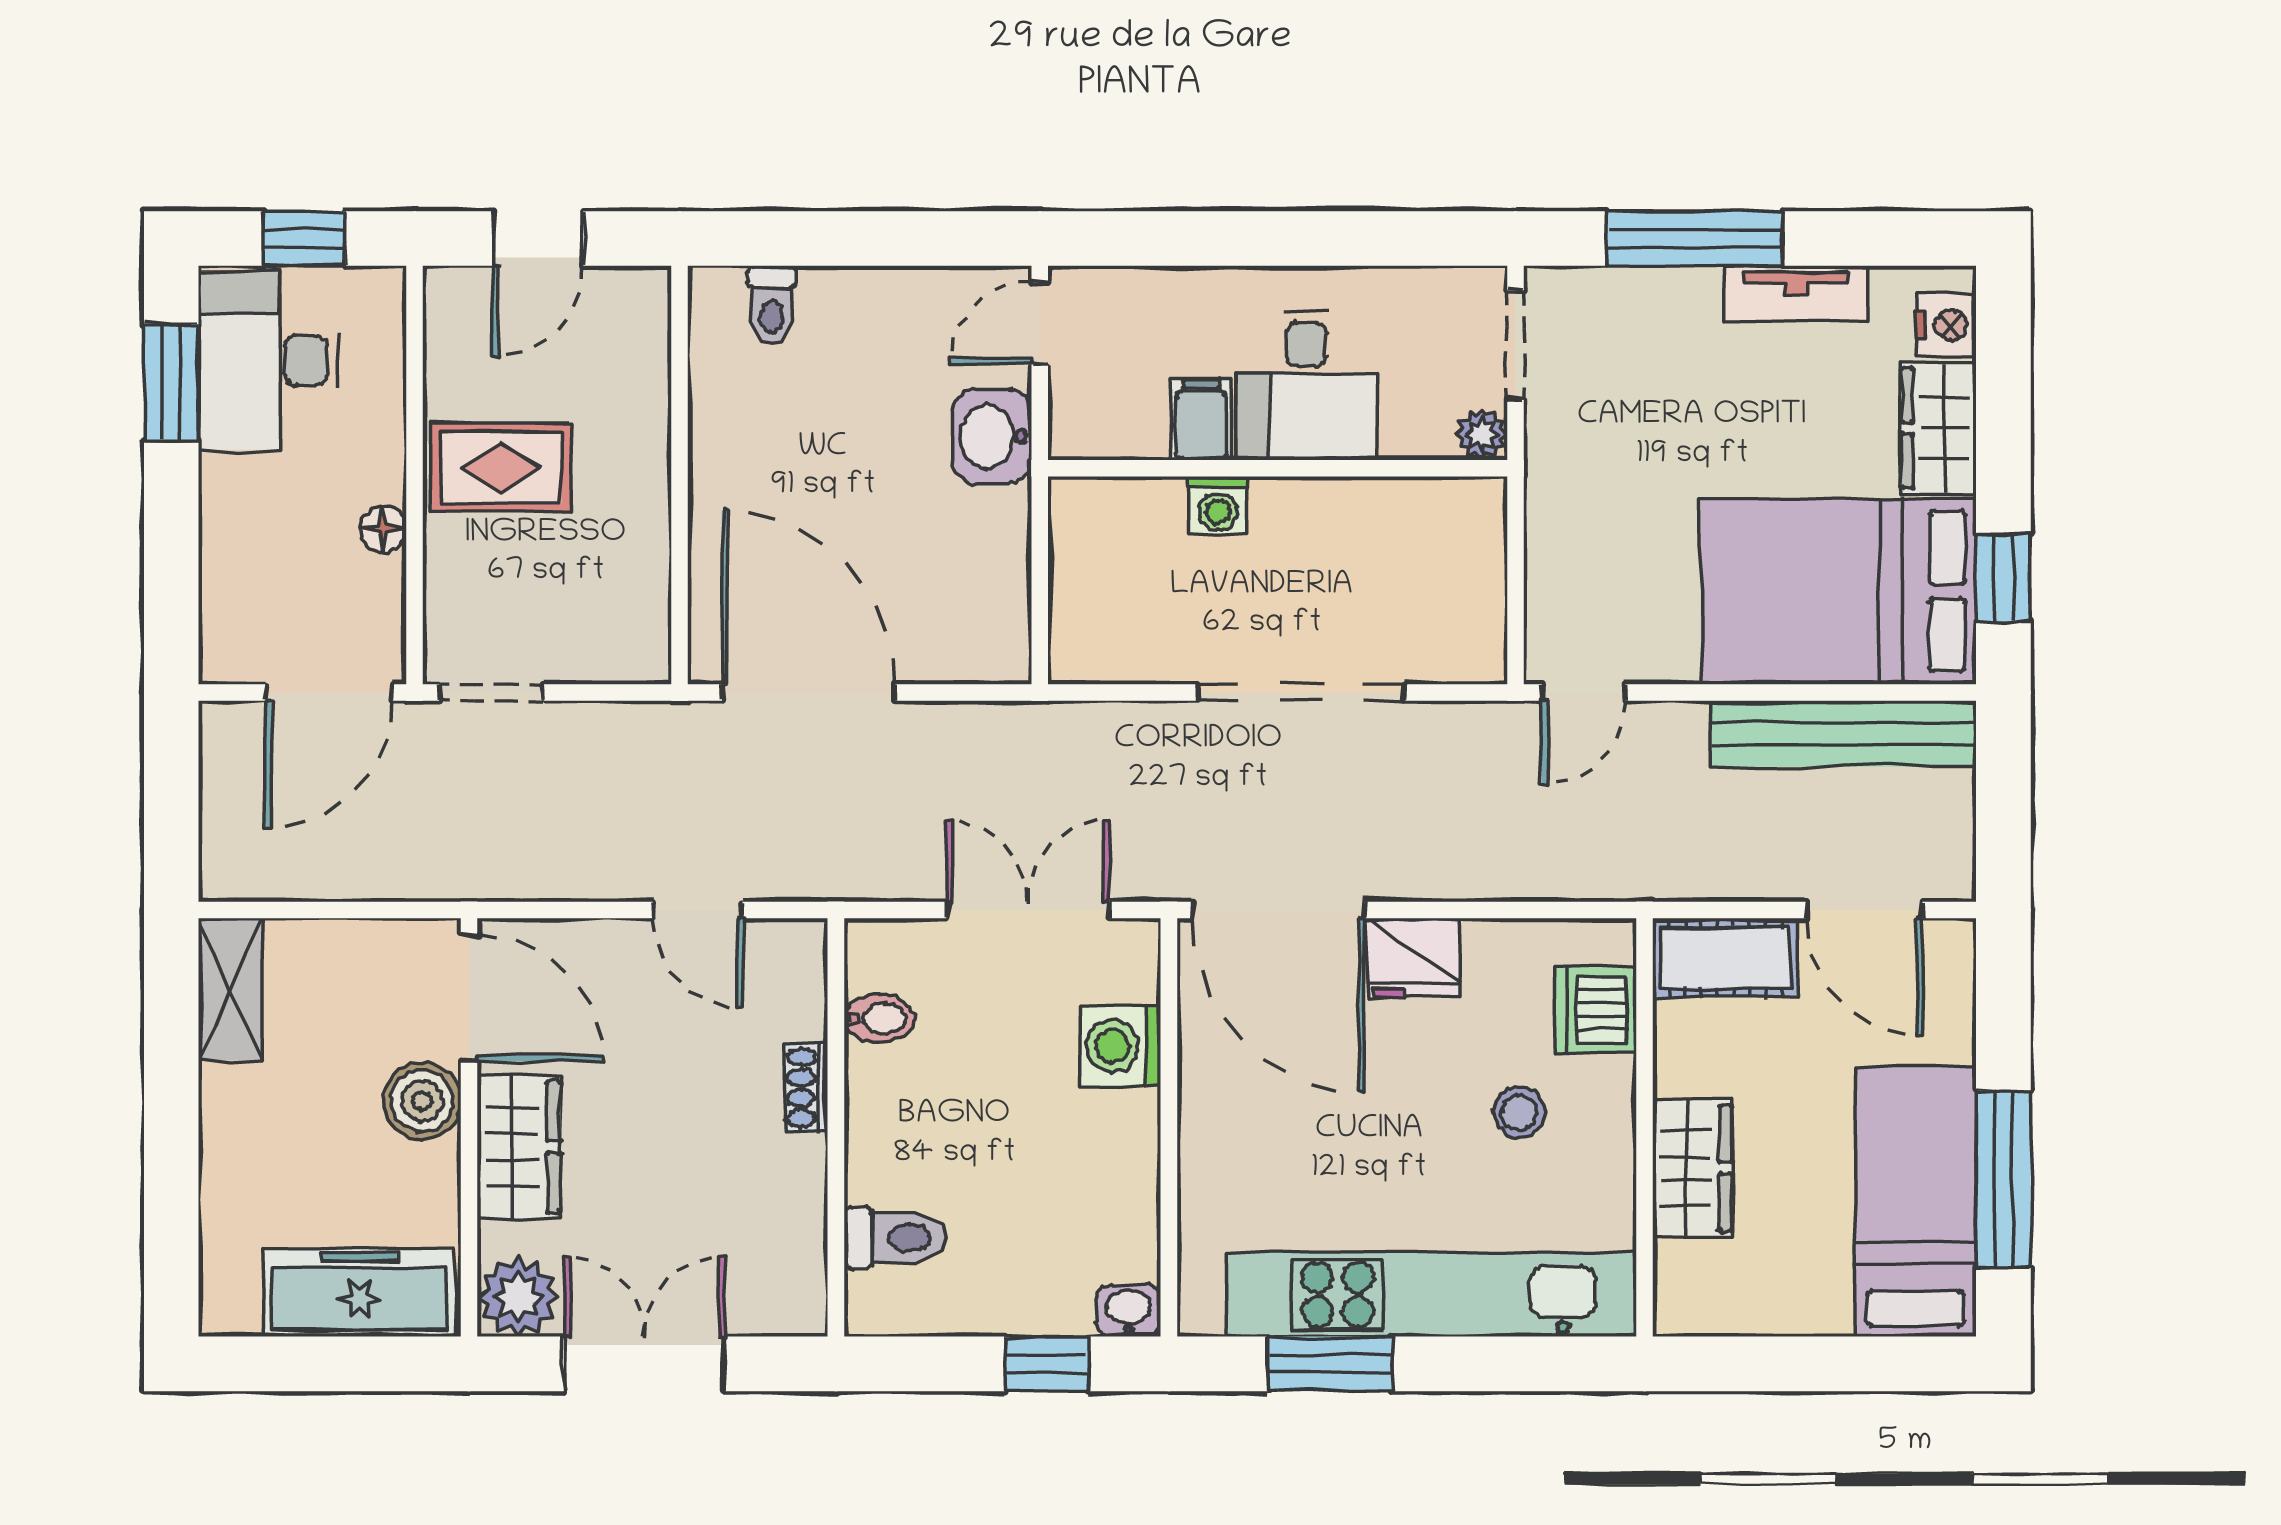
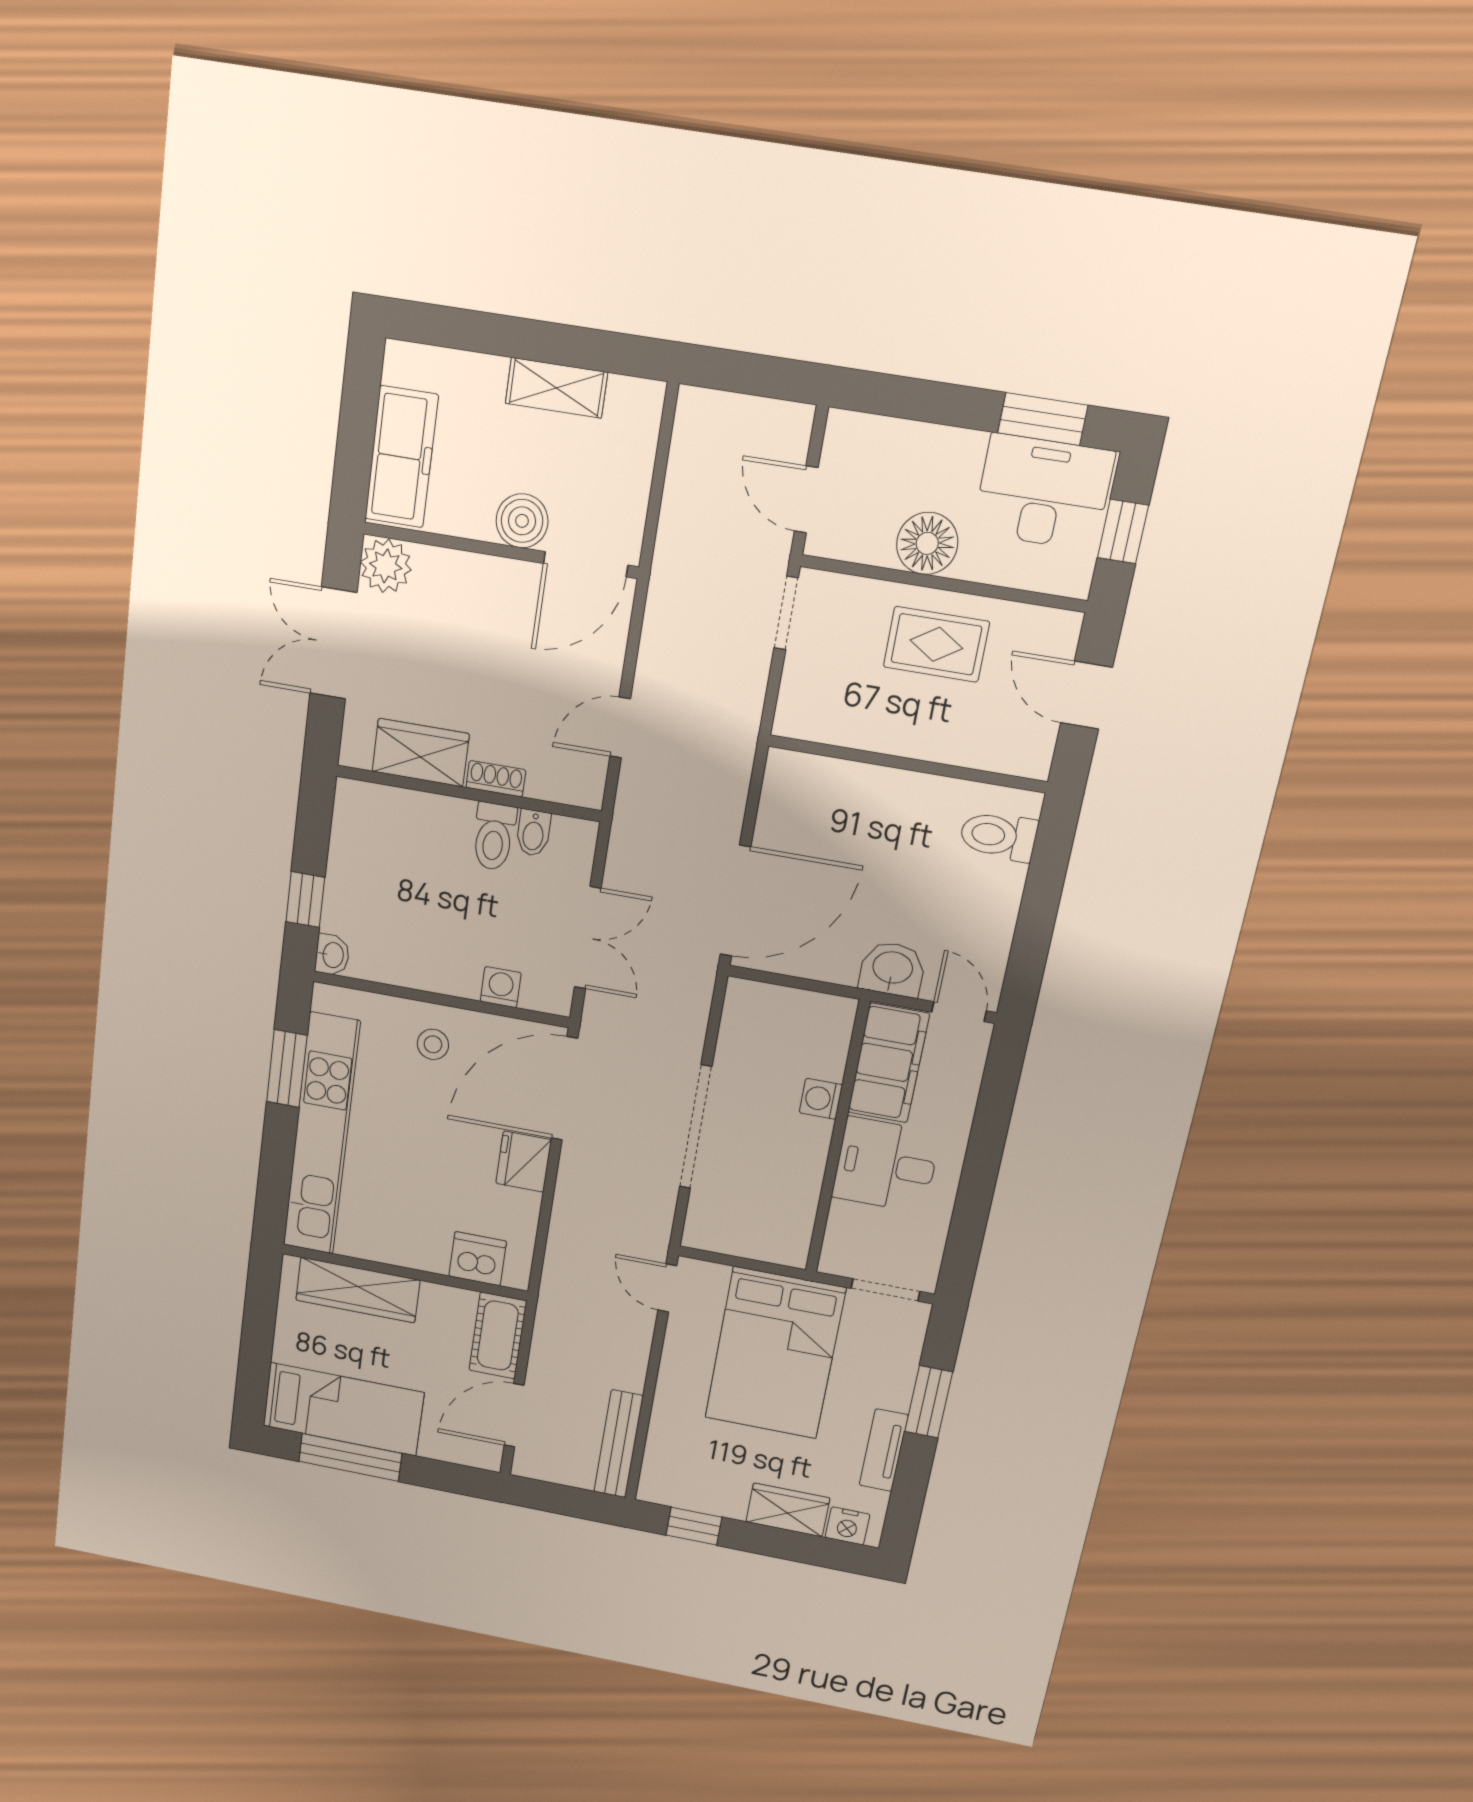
window: (1695, 238) -> (929, 1402), width x0.69
toilet: (772, 305) -> (998, 836), width x1.37, depth x1.39
filing cabinet: (1201, 420) -> (889, 1063), width x3.00, depth x1.17
plant: (1482, 434) -> (835, 1260), removed
rug: (501, 467) -> (936, 644), turned 90
floor lamp: (383, 529) -> (927, 543), width x1.89, depth x1.89
bed: (1839, 591) -> (775, 1353), moved, turned 180
door: (329, 692) -> (806, 499), width x0.73
door: (809, 692) -> (735, 901), moved
bench: (1844, 734) -> (618, 1444), width x0.73, depth x0.82
shelving: (230, 989) -> (556, 388), moved
washing machine: (1120, 1046) -> (501, 987), width x0.73, depth x0.73
stool: (1519, 1113) -> (433, 1044), moved
wardrobe: (519, 1147) -> (421, 753), moved, turned 180
wardrobe: (1692, 1168) -> (358, 1290), width x1.50
toilet: (895, 1238) -> (494, 836), moved
double door: (644, 1364) -> (333, 643), swing flipped

